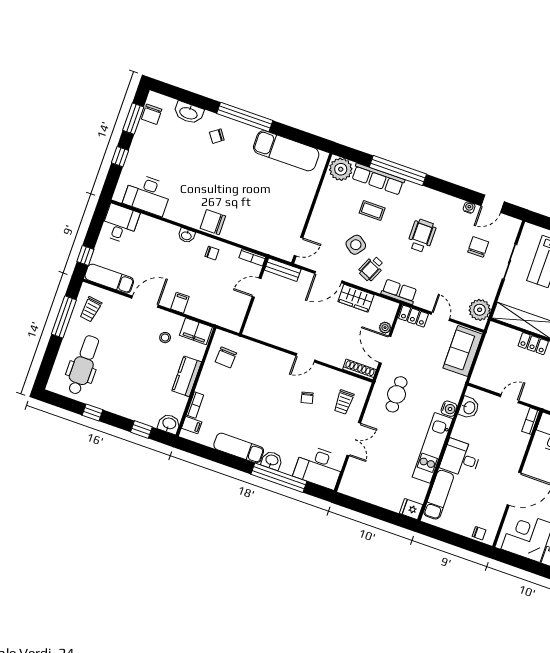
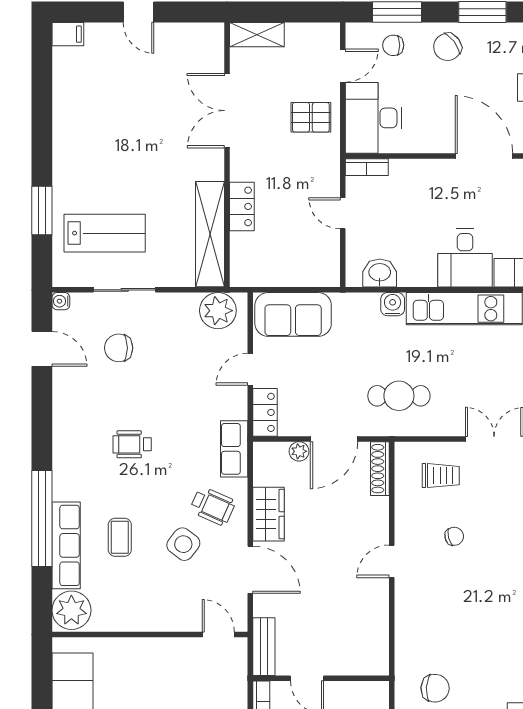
water cooler: (469, 208) -> (61, 301), moved
wheelchair: (422, 236) -> (132, 444), width x0.73, depth x0.73
door: (305, 358) -> (392, 561), swing flipped

